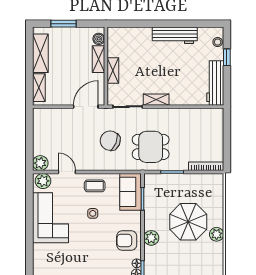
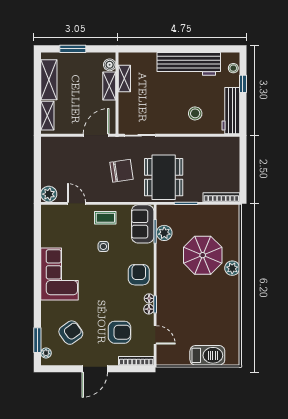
workbench: (175, 35) -> (189, 64), width x1.36, depth x1.32
shelving: (113, 71) -> (124, 79), moved
stool: (181, 86) -> (195, 113), added
shelving: (156, 100) -> (169, 128), removed
chair: (110, 141) -> (122, 171), turned 150
dining table: (151, 147) -> (164, 177), width x1.38
plant: (43, 181) -> (52, 213), removed
corner sofa: (51, 218) -> (59, 274), moved
plant: (151, 238) -> (164, 233), moved
armchair: (127, 241) -> (139, 275), turned 90

